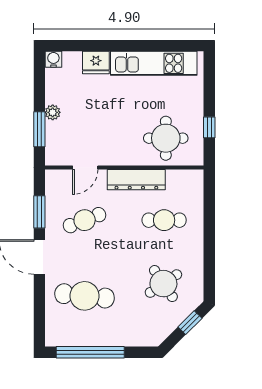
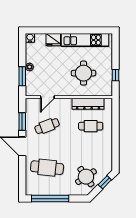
round table: (166, 138) -> (84, 73), moved
dresser: (136, 180) -> (88, 104), moved
round table: (163, 284) -> (86, 177), moved

